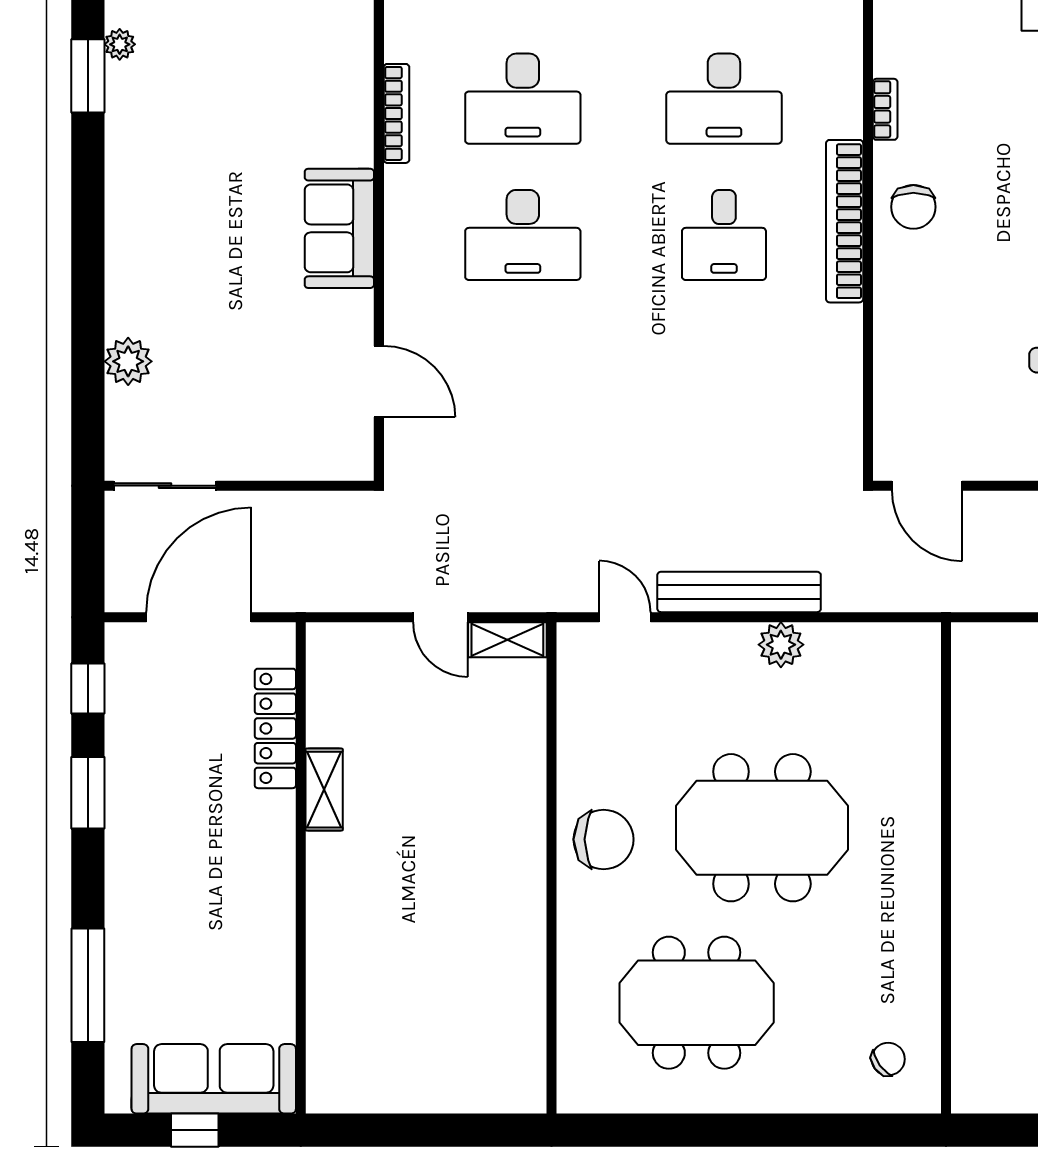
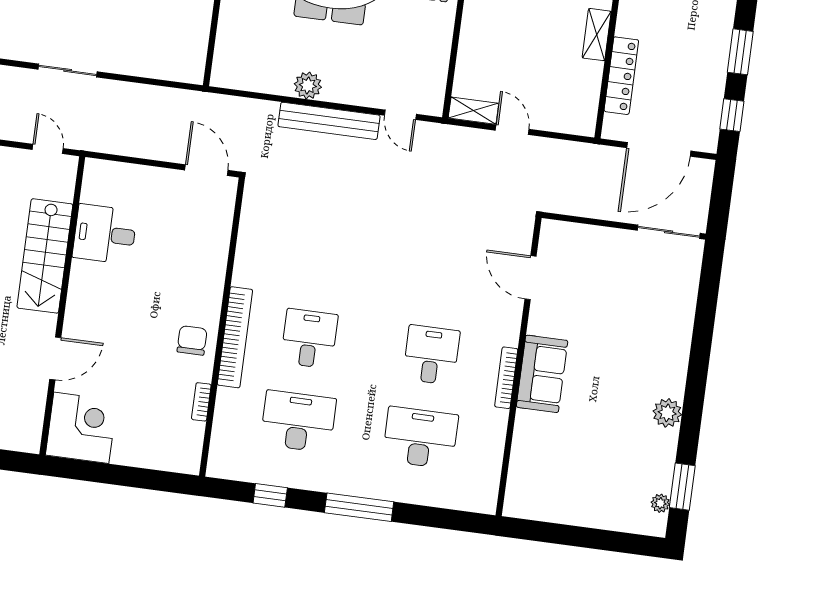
bookcase: (396, 113) -> (506, 378), moved
desk: (523, 235) -> (431, 355), width x0.73
plant: (128, 361) -> (667, 413), moved

